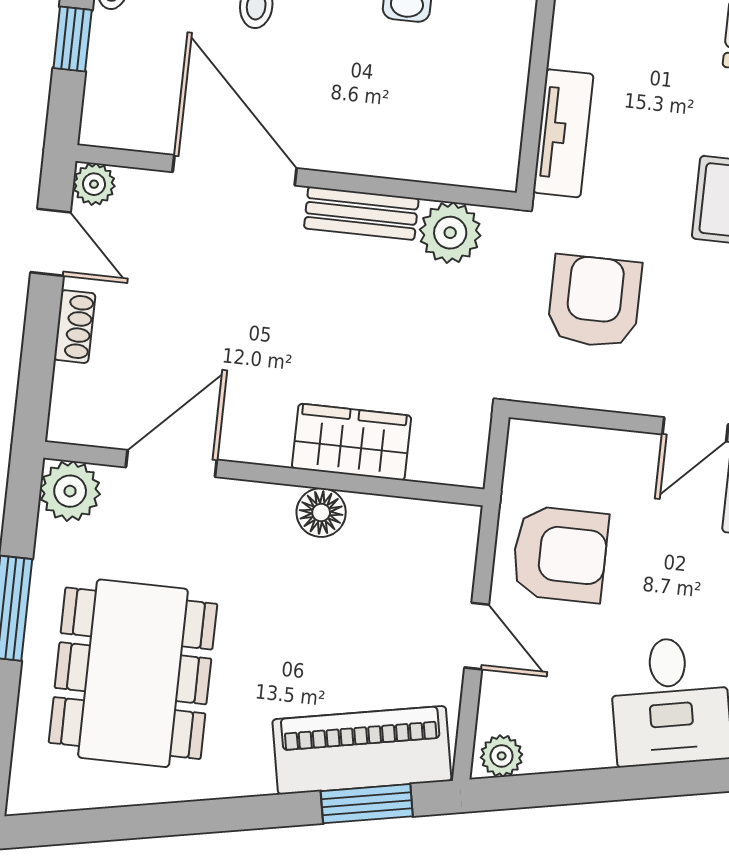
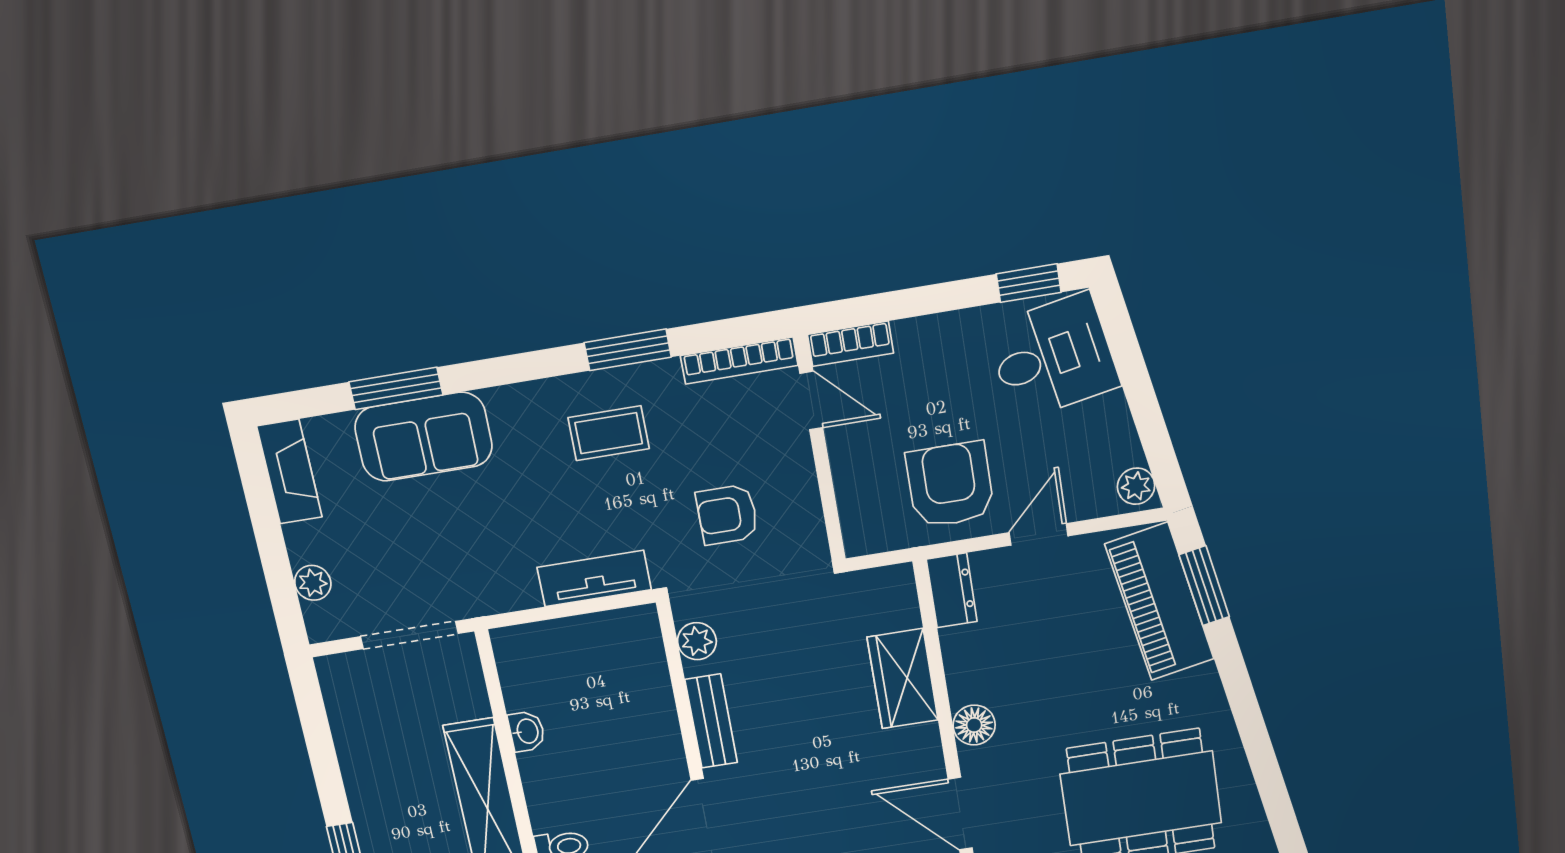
plant: (450, 233) -> (697, 641), width x0.73, depth x0.73
armchair: (594, 301) -> (727, 515), width x0.72, depth x0.72
floor lamp: (321, 513) -> (974, 725), moved
dresser: (439, 524) -> (952, 590), added

